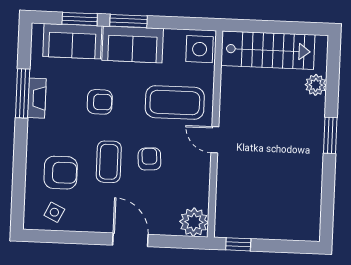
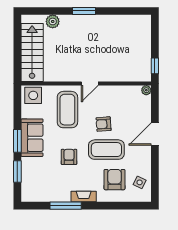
sofa: (72, 41) -> (32, 176), removed
fireplace: (37, 98) -> (84, 196), moved
coffee table: (109, 162) -> (106, 150), width x1.36, depth x1.32
plant: (194, 222) -> (146, 90), width x0.53, depth x0.53

